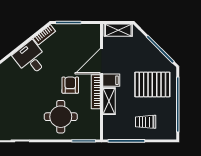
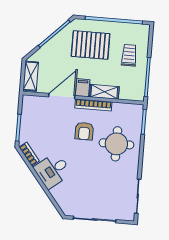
door: (102, 61) -> (62, 96), swing flipped
pallet: (152, 84) -> (91, 45), turned 90
armchair: (70, 85) -> (84, 131), turned -90
trolley: (146, 122) -> (129, 55), turned 180

